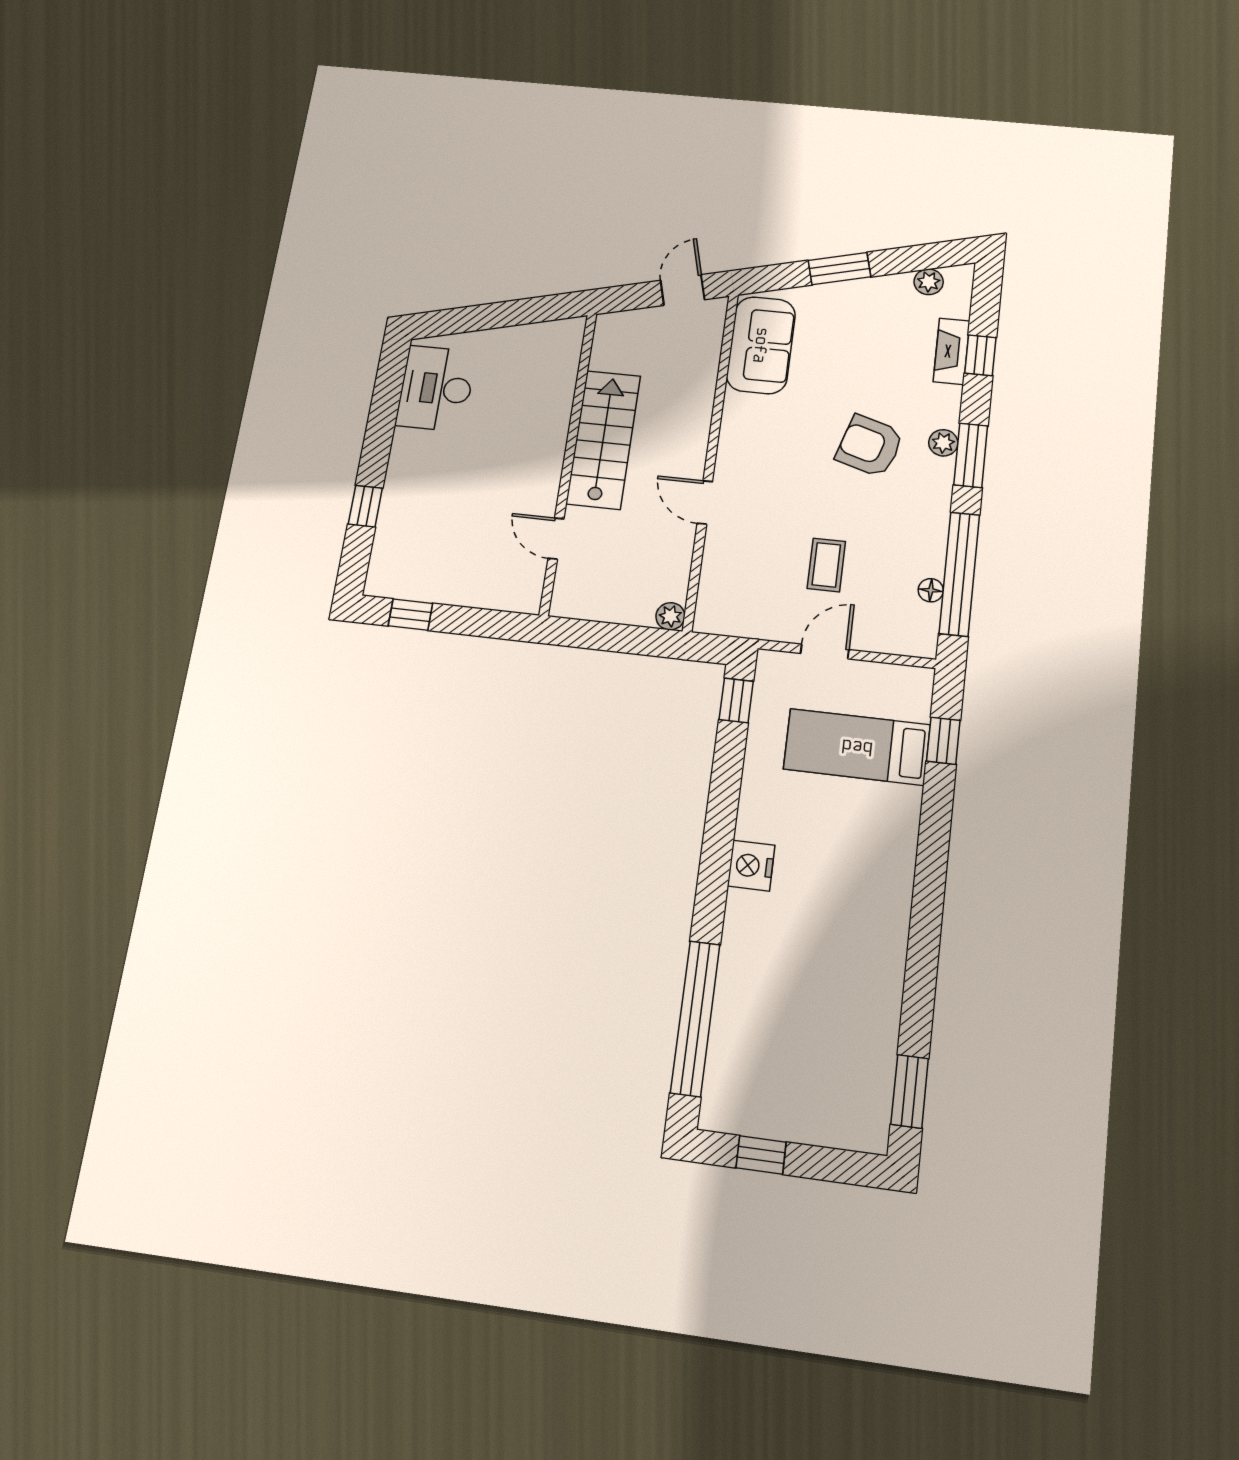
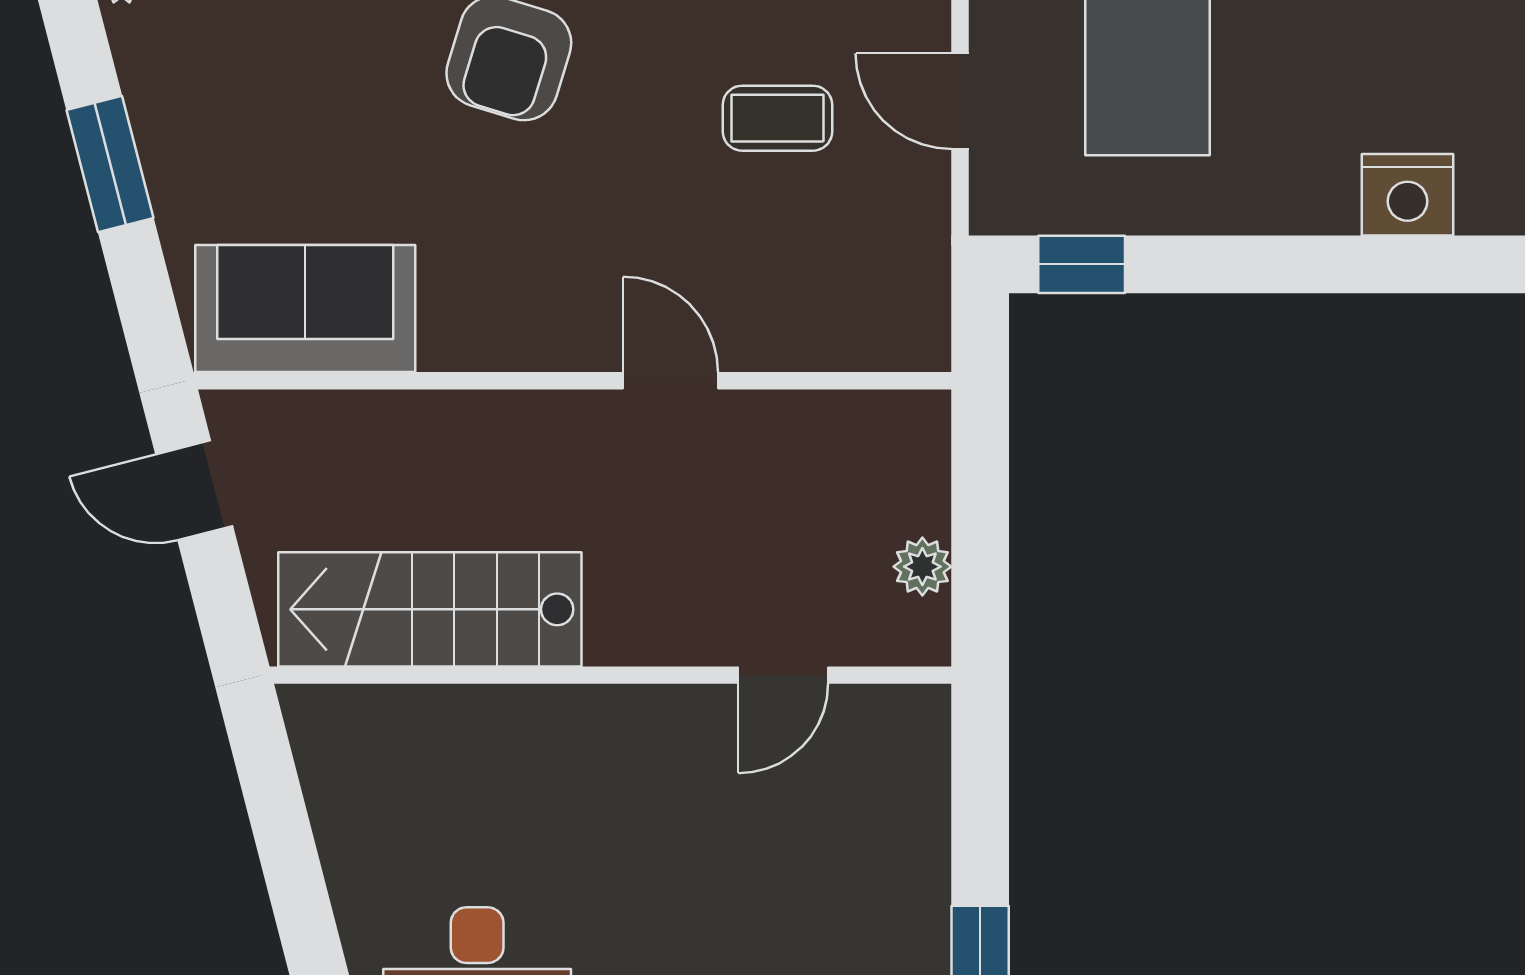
stairs: (603, 440) -> (430, 609), moved
door: (705, 502) -> (670, 381), swing flipped
plant: (670, 616) -> (922, 567), moved

